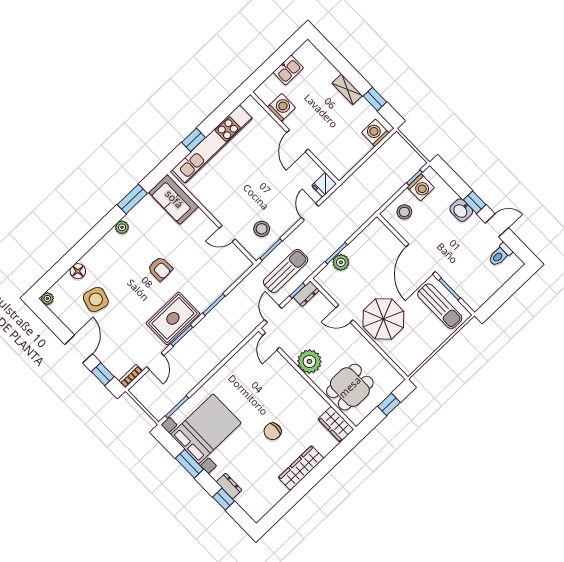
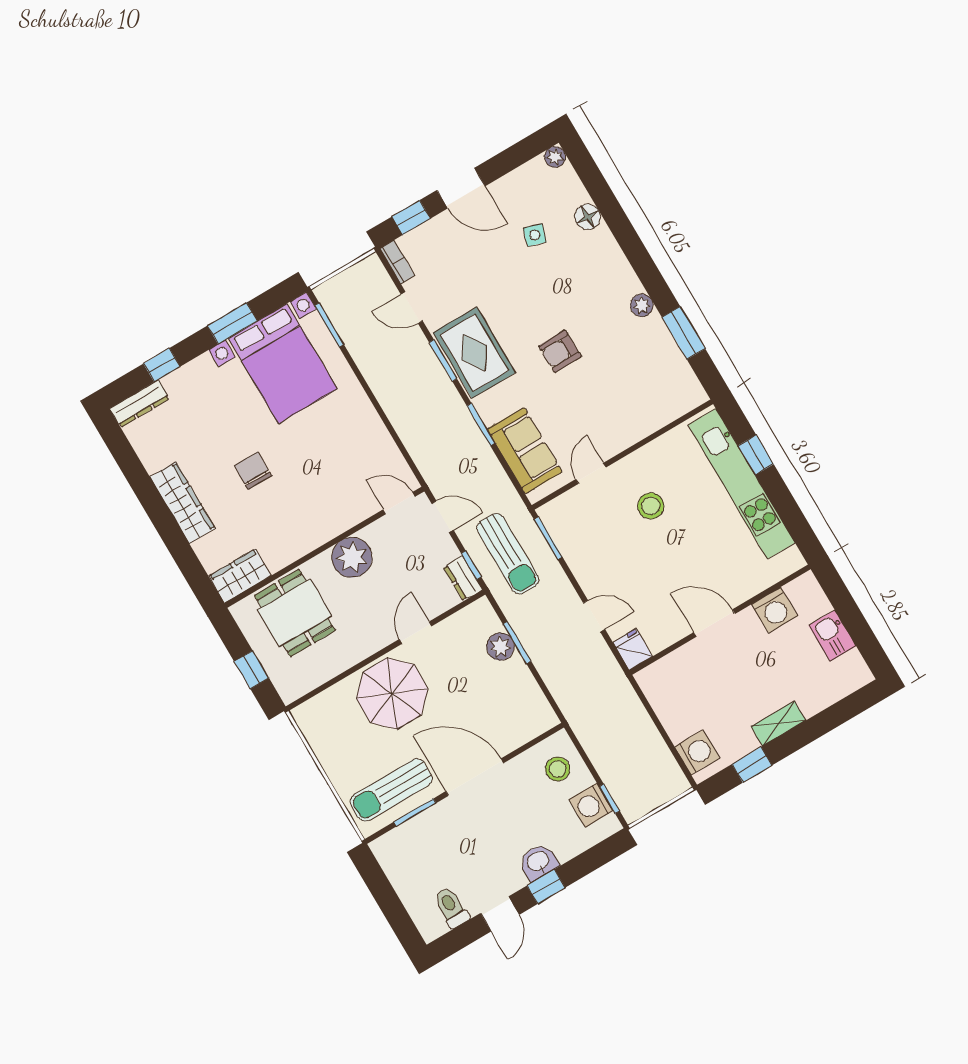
sofa: (174, 199) -> (525, 451), moved, turned 90
stool: (262, 229) -> (651, 506), moved
side table: (96, 299) -> (535, 235), width x0.54, depth x0.54
dresser: (229, 486) -> (140, 404), moved, width x1.44

